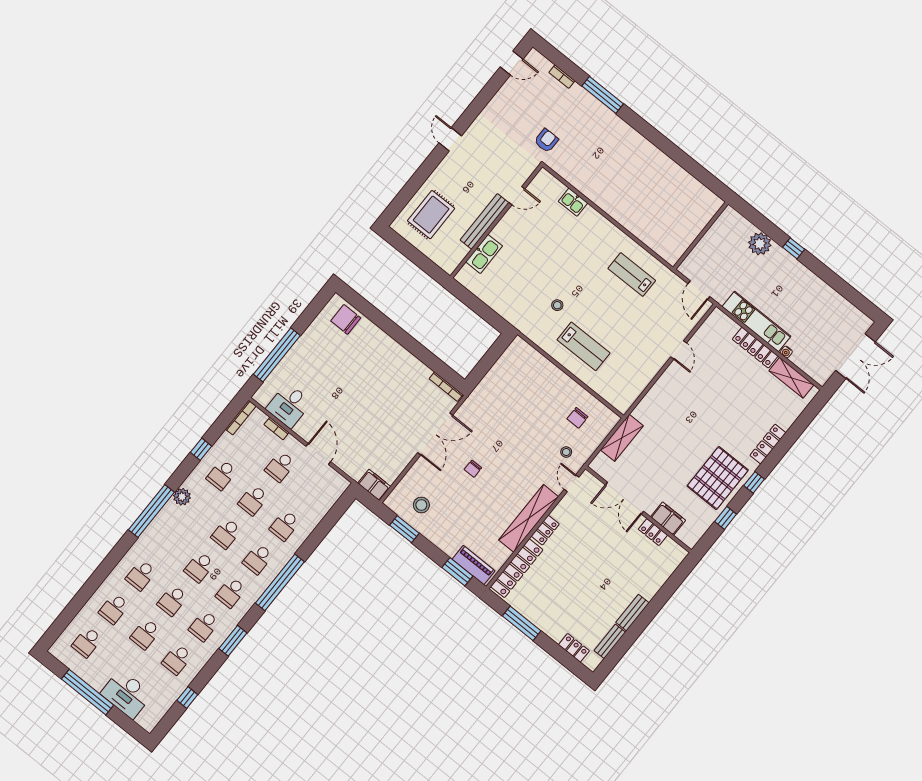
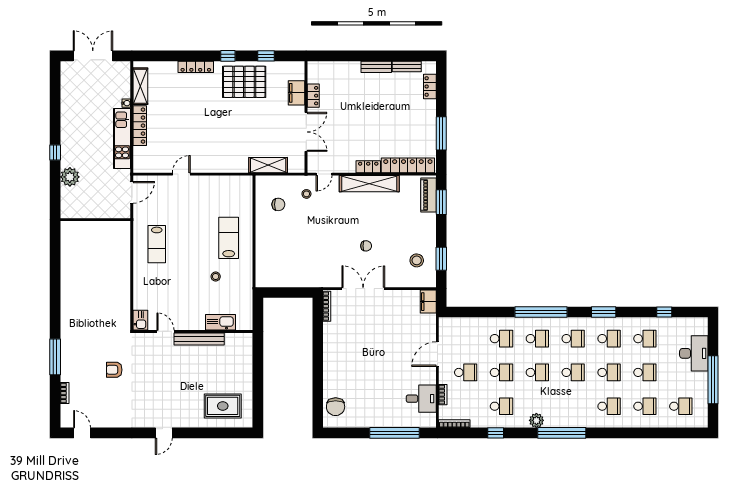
door: (517, 196) -> (165, 331), moved
bench: (485, 221) -> (199, 339), moved
wall: (496, 221) -> (193, 331), moved
kitchen sink: (484, 254) -> (221, 322), moved

